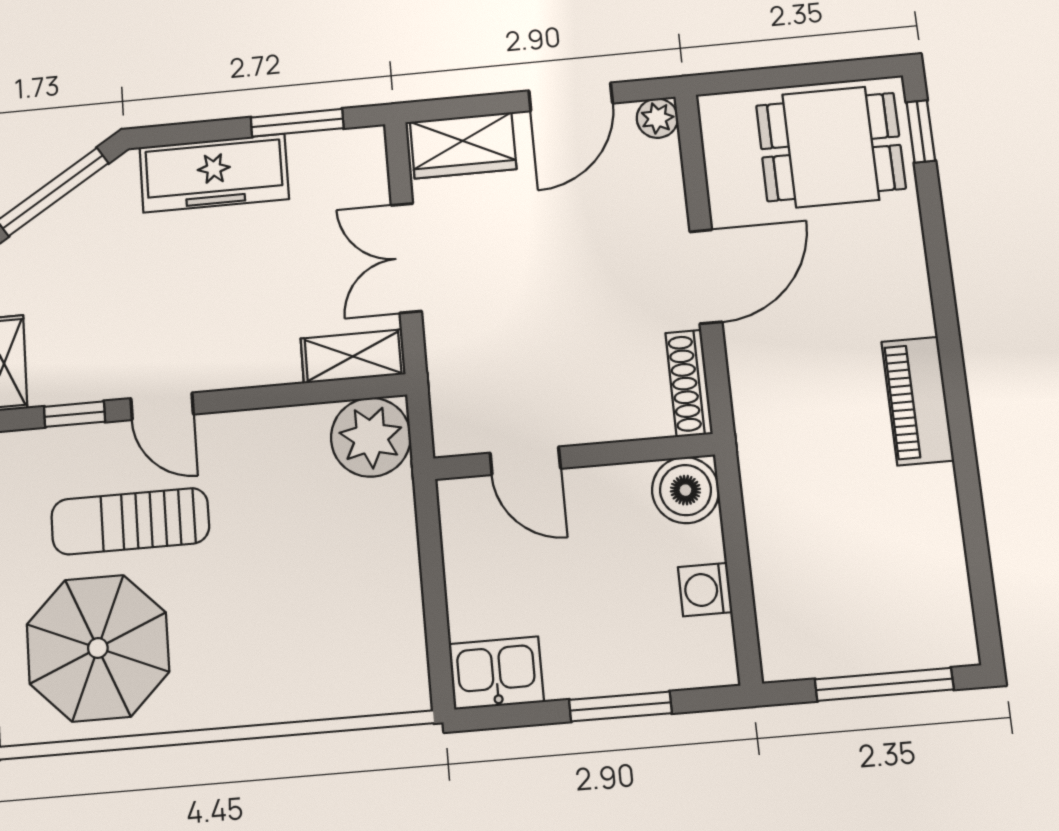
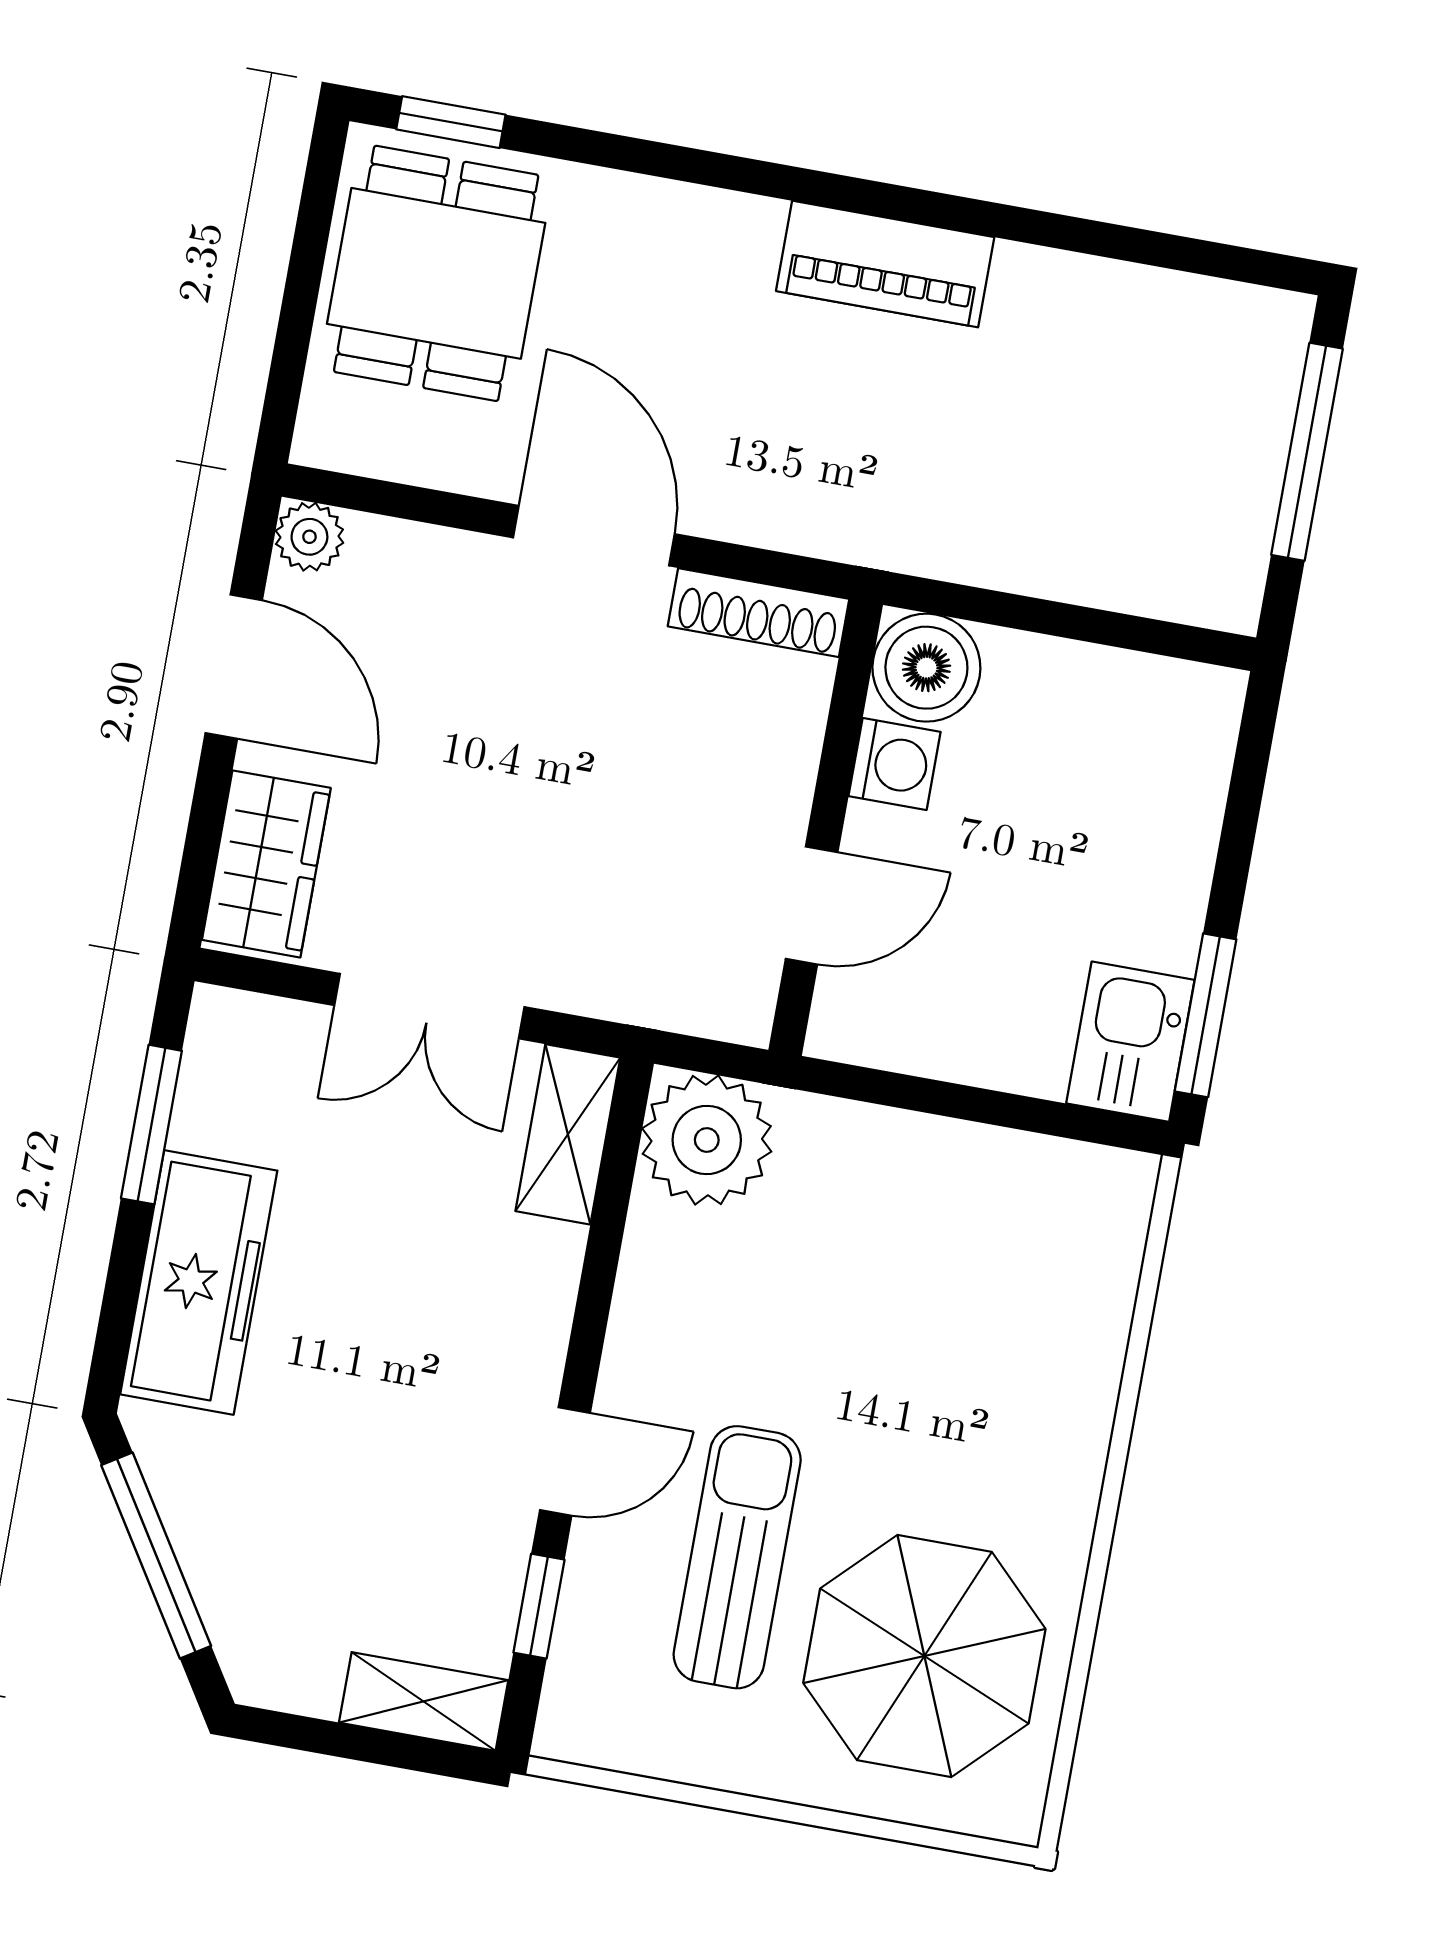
sun lounger: (130, 521) -> (737, 1557), turned 180
washing machine: (705, 590) -> (895, 764), moved, turned -90
window: (620, 706) -> (1206, 1015), moved

